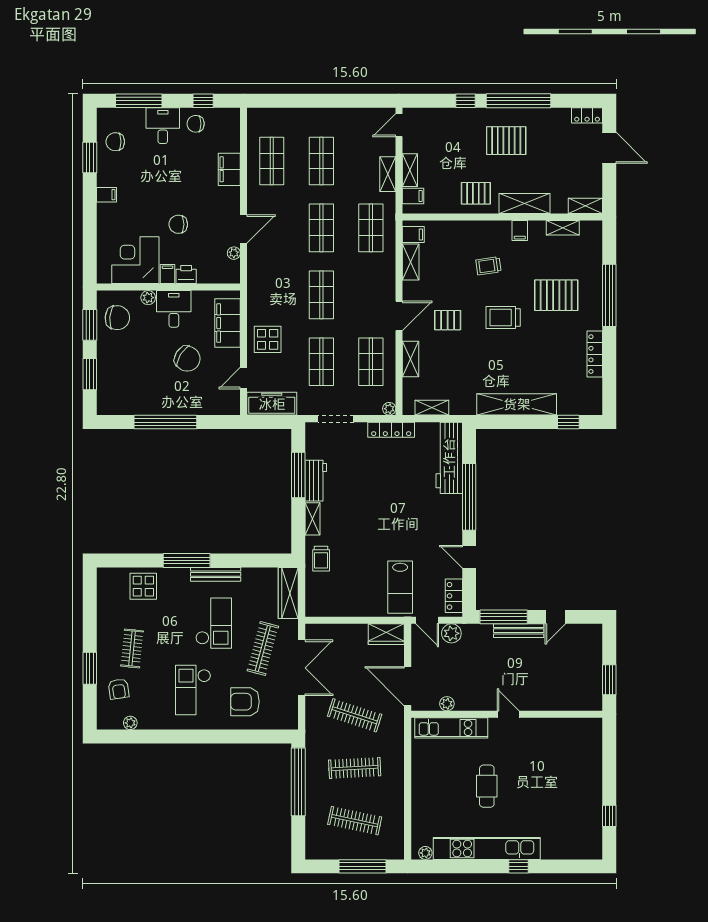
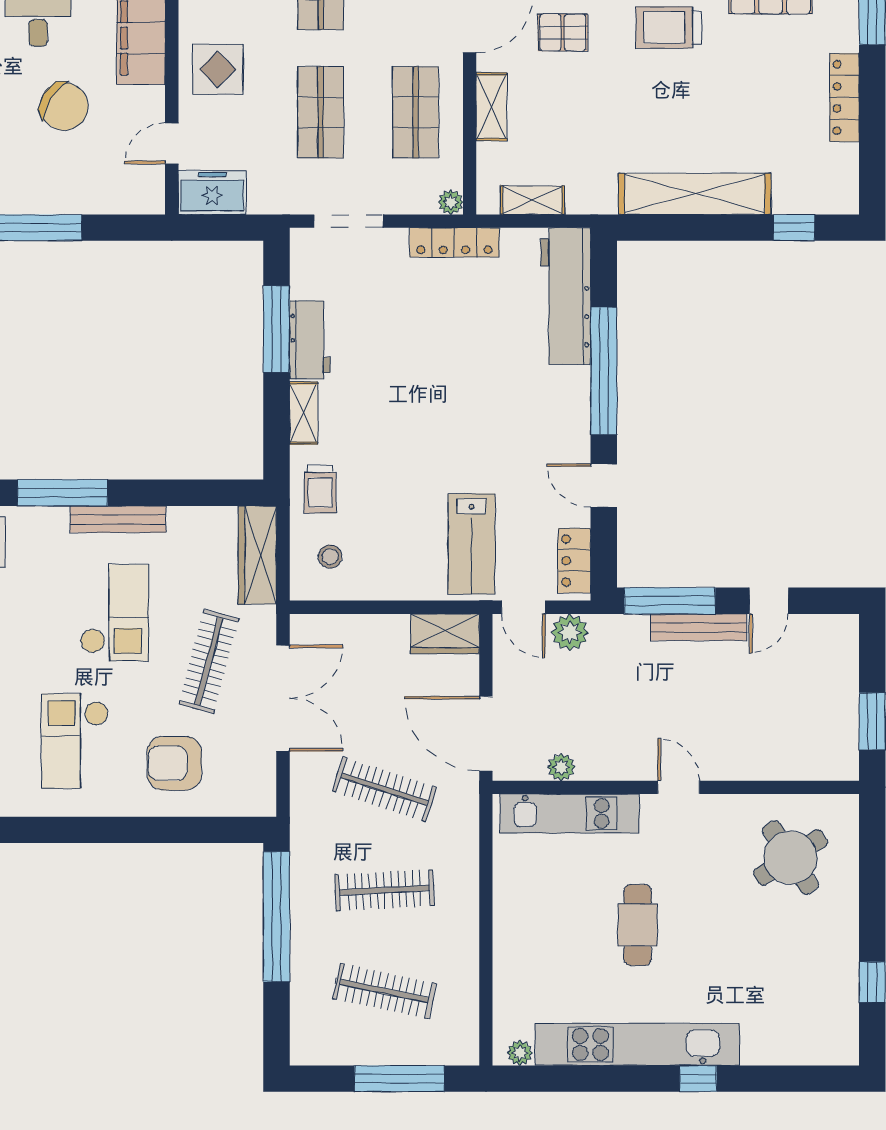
freezer: (272, 404) -> (212, 192), width x0.71
stool: (326, 594) -> (330, 557), added
round table: (567, 751) -> (790, 858), added

